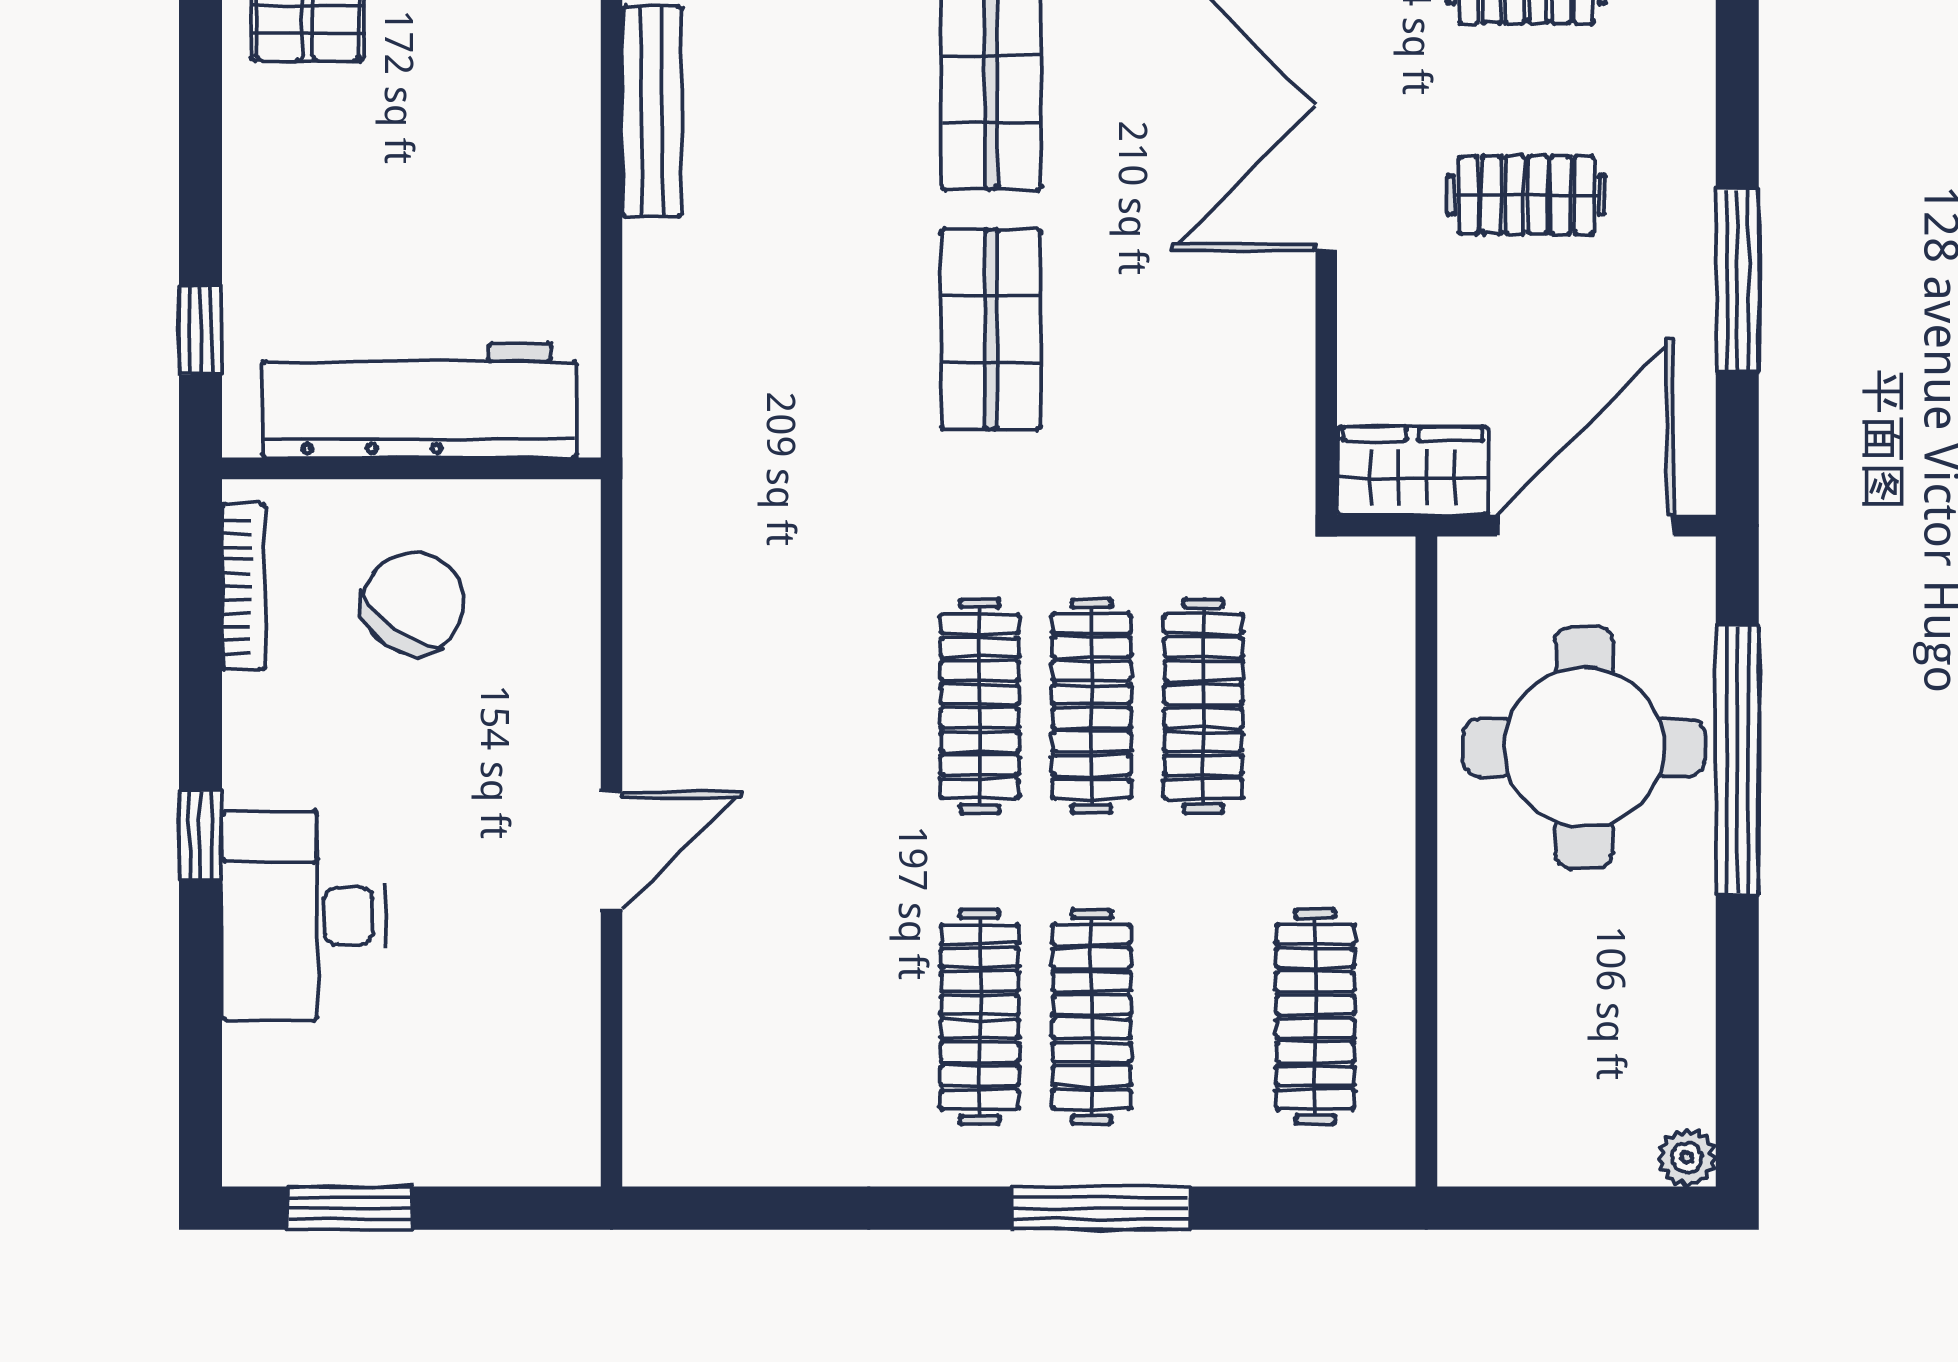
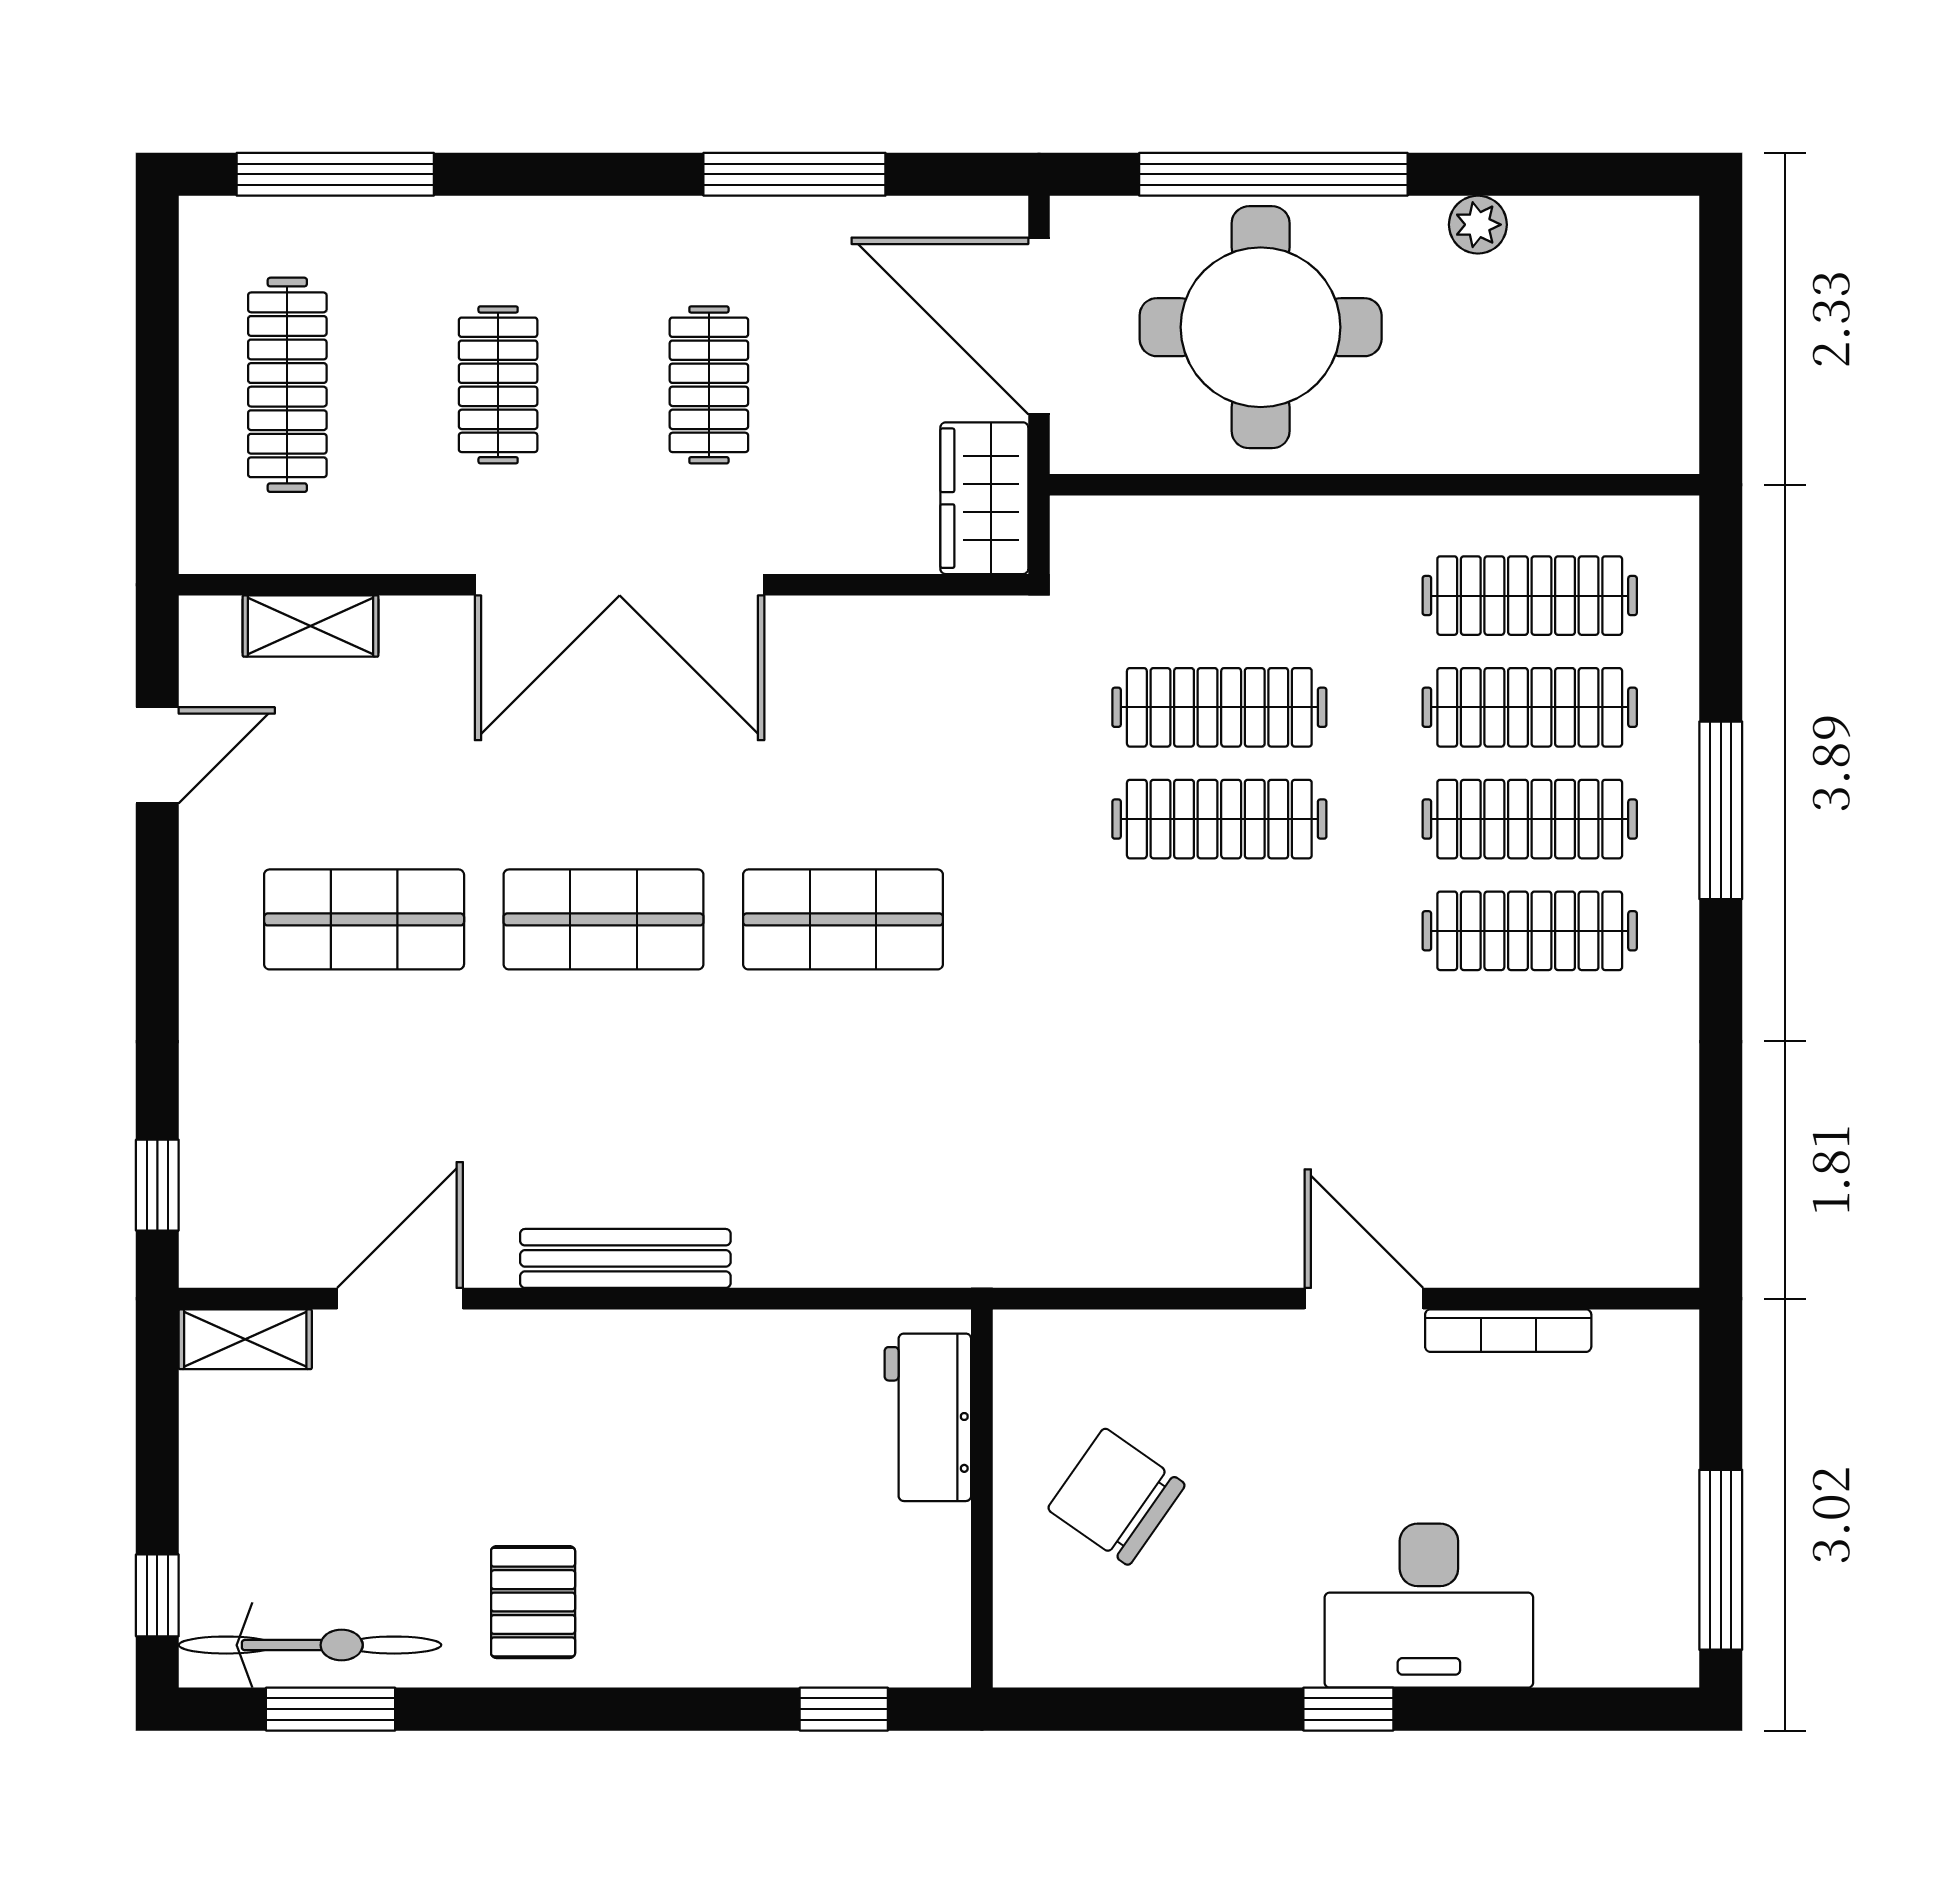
workbench: (419, 400) -> (928, 1417), width x0.53, depth x0.76
bookcase: (243, 587) -> (1508, 1331), moved, turned 180
clothes rail: (980, 706) -> (1530, 707), moved
plant: (1687, 1158) -> (1478, 225), moved
window: (350, 1208) -> (1721, 1560), width x1.44

